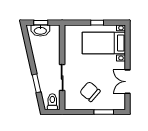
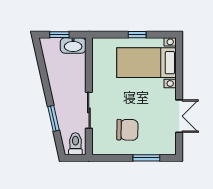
washbasin: (40, 30) -> (73, 45), moved
double door: (127, 82) -> (179, 116), swing flipped
chair: (90, 92) -> (127, 130), turned 140

